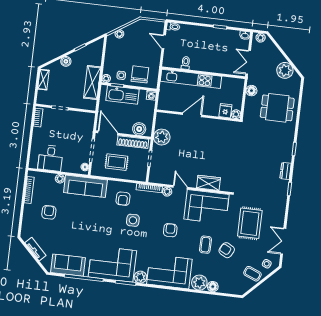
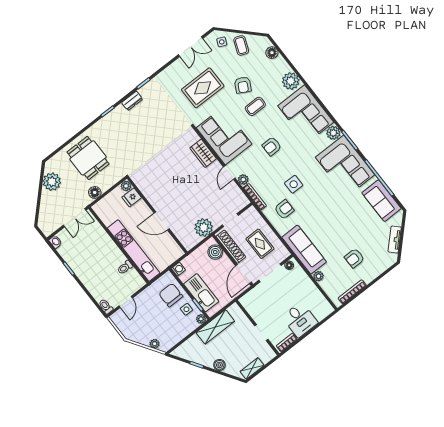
plant: (261, 38) -> (45, 227), removed
chair: (140, 74) -> (171, 295), turned 90
desk: (50, 158) -> (300, 320), moved, turned 90
floor lamp: (213, 287) -> (272, 53), moved

